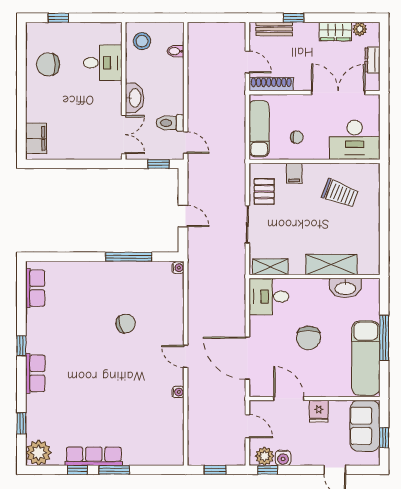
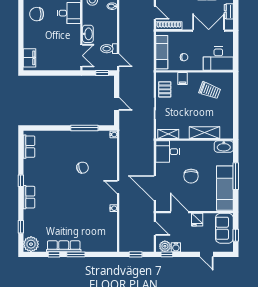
washbasin: (345, 288) -> (224, 147), moved

